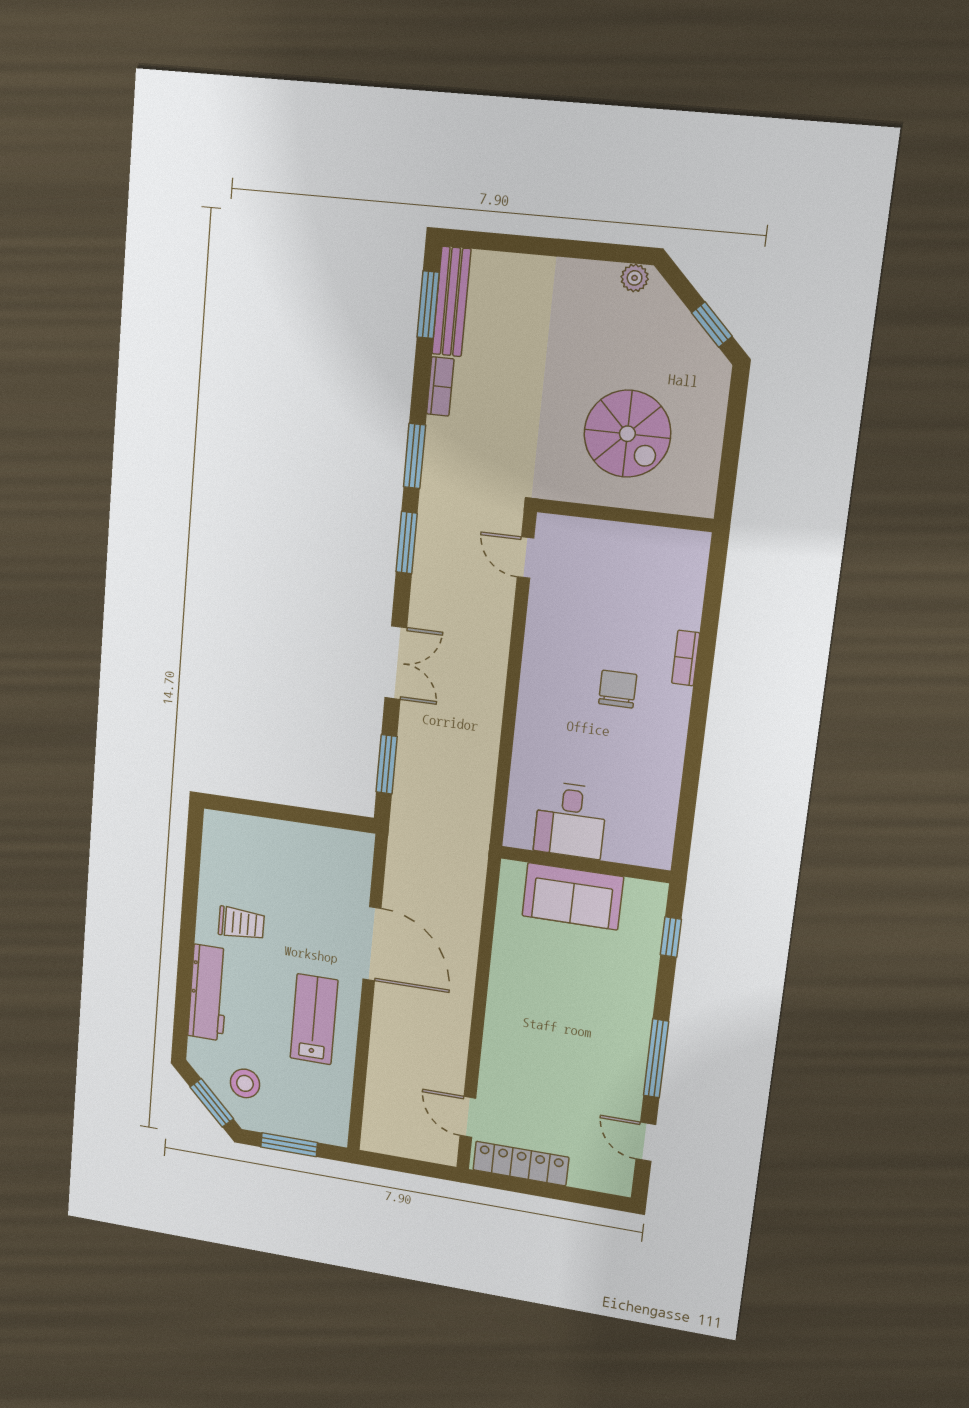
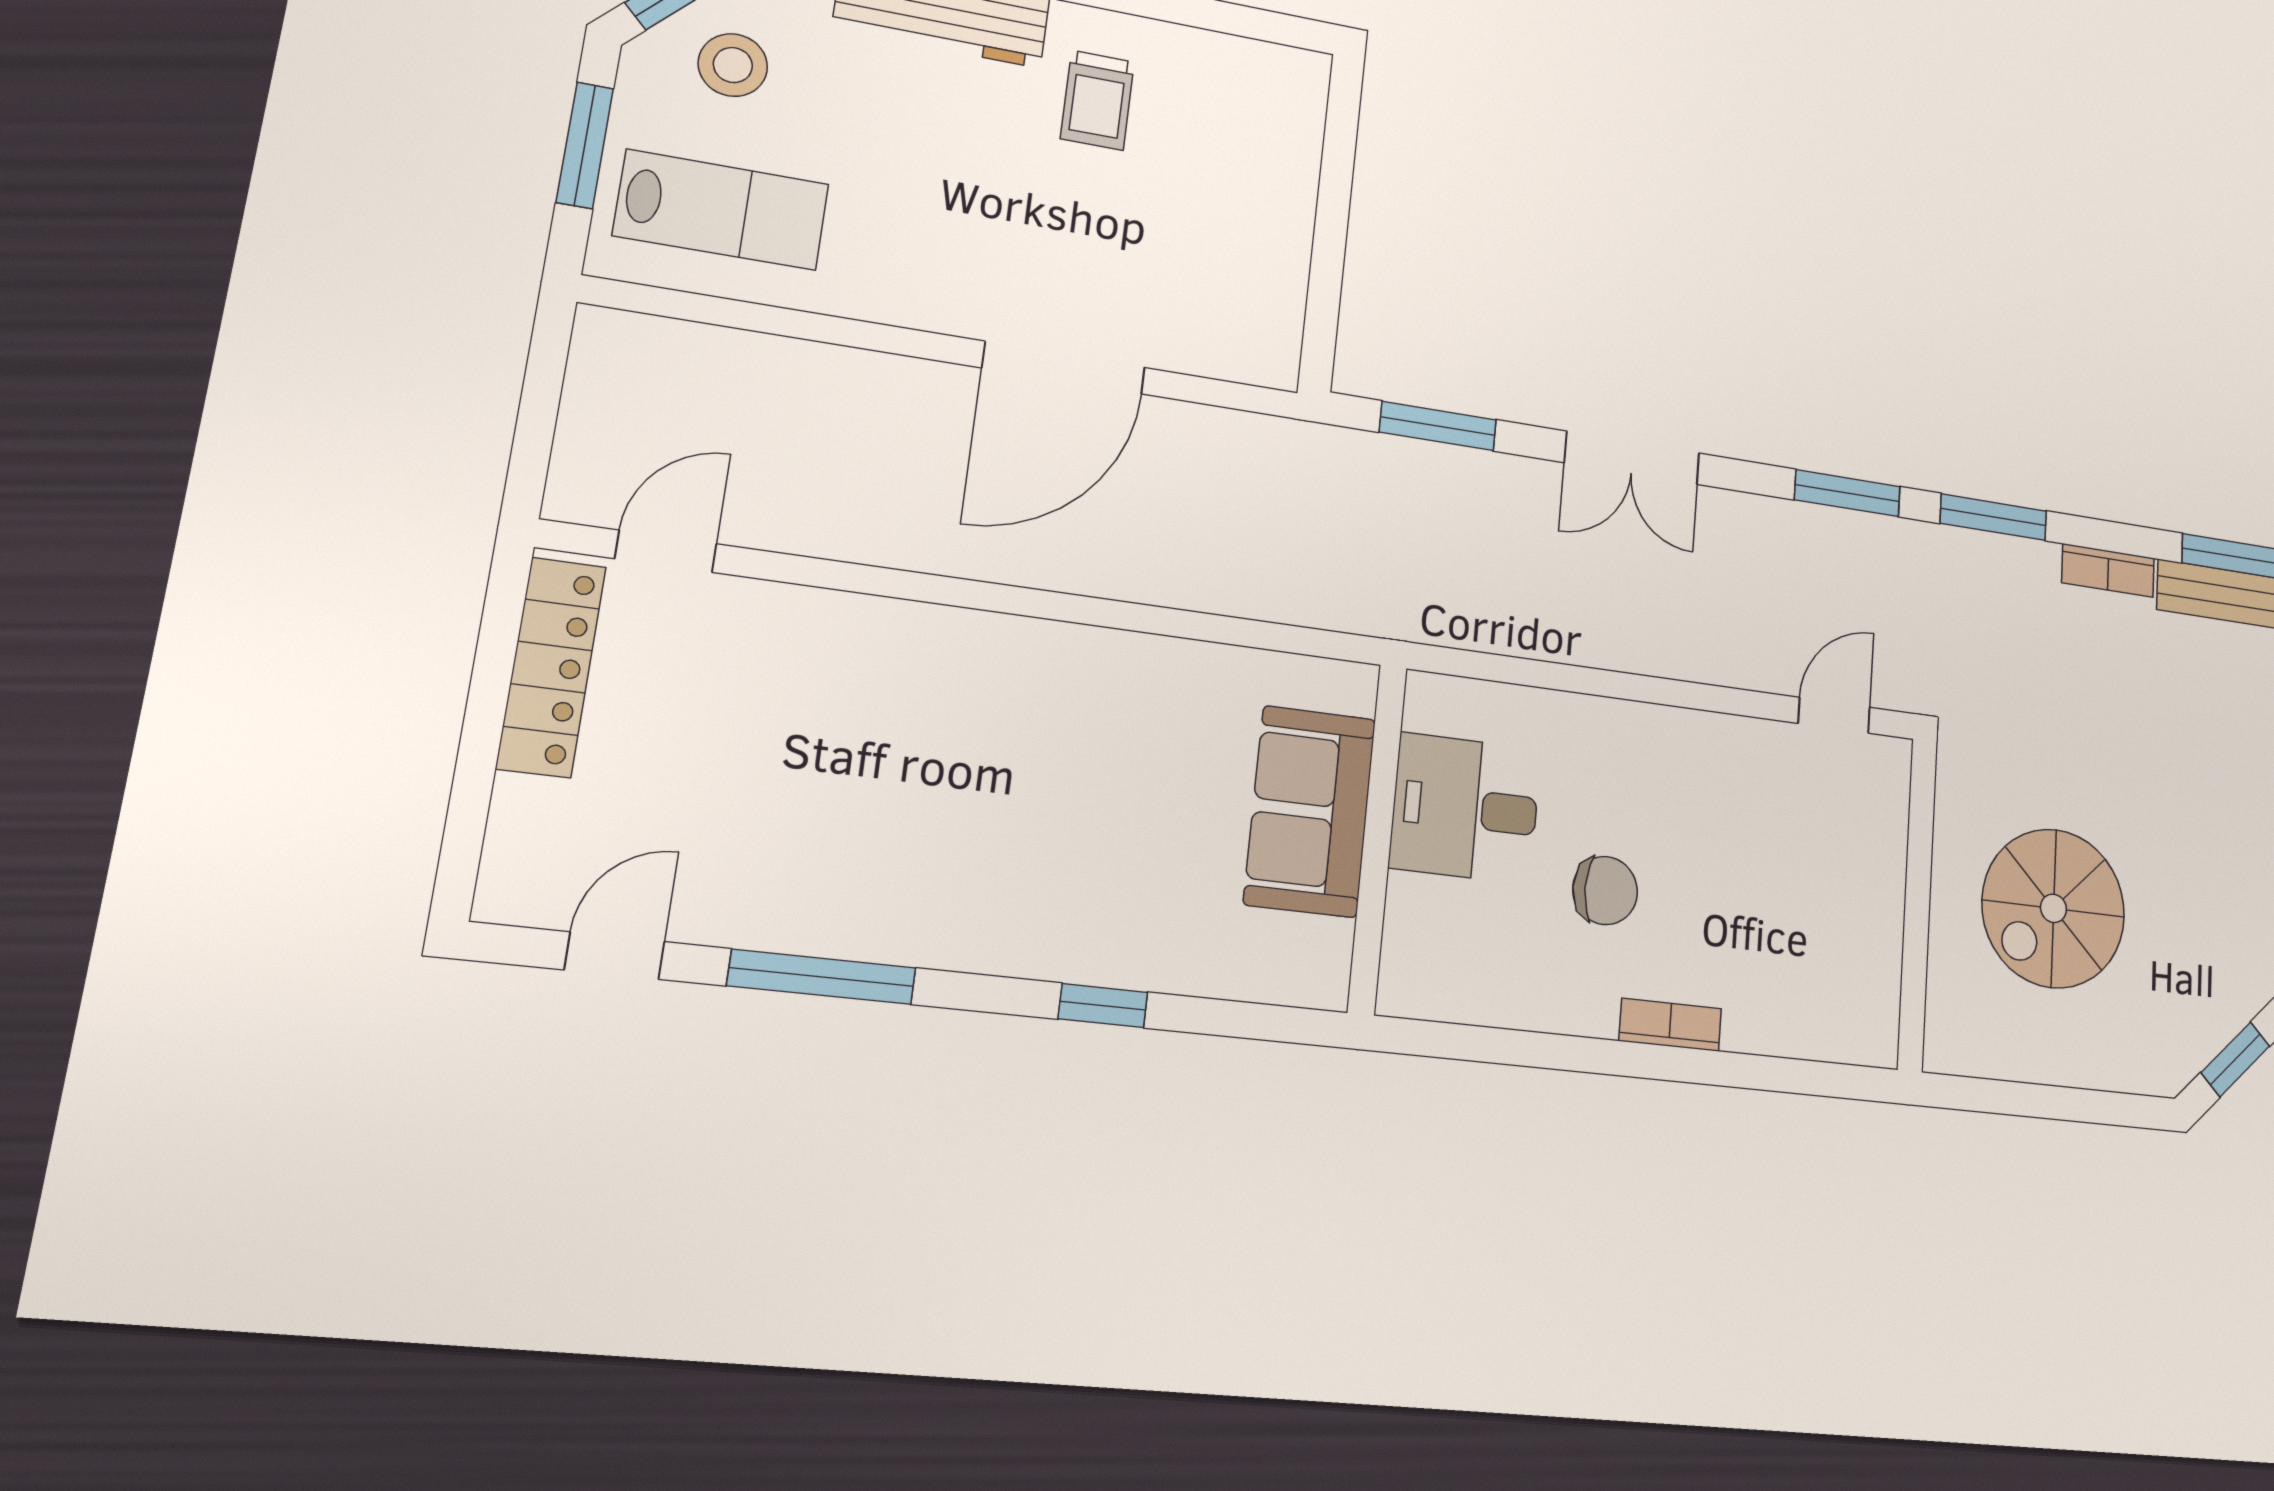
desk: (570, 820) -> (1465, 808), moved
wall: (585, 864) -> (1377, 838), moved
sofa: (573, 896) -> (1310, 811), moved
lab bench: (314, 1019) -> (721, 210), moved

